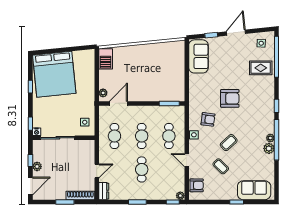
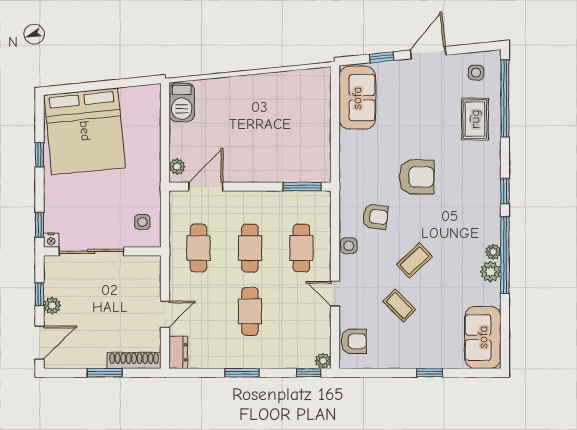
rug: (261, 68) -> (475, 119), turned 90
sofa: (254, 190) -> (483, 337), moved, turned -90

